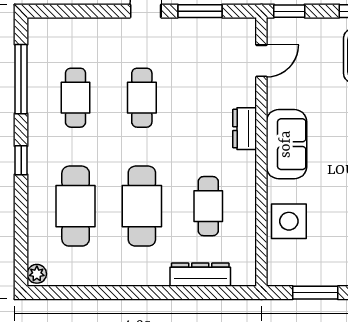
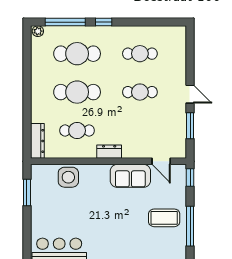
window: (21, 79) -> (65, 22), moved
dresser: (245, 129) -> (109, 152), moved
sofa: (286, 144) -> (130, 176), moved
dresser: (200, 275) -> (37, 141), moved

